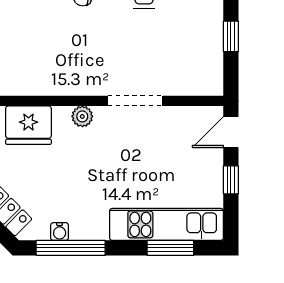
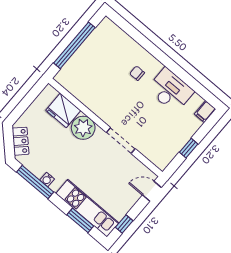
plant: (82, 116) -> (83, 128), width x1.88, depth x1.88
window: (231, 180) -> (124, 224), moved
water cooler: (60, 232) -> (47, 180), moved

